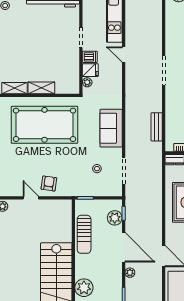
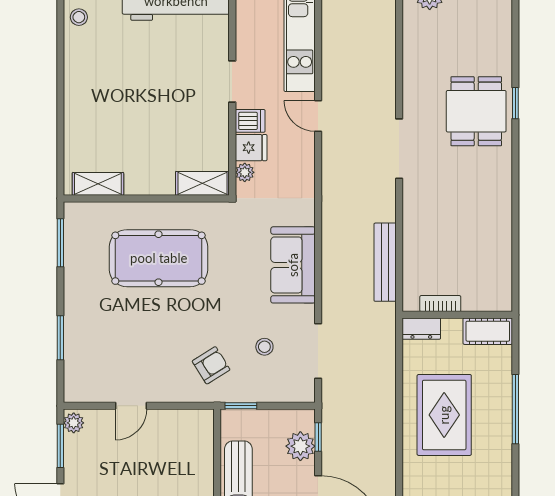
shelving: (41, 88) -> (202, 183), moved
pool table: (45, 125) -> (159, 258), width x0.73, depth x0.76
bench: (157, 127) -> (385, 262), width x1.36
armchair: (49, 183) -> (211, 365), moved, turned 50
door: (31, 198) -> (131, 406), swing flipped

